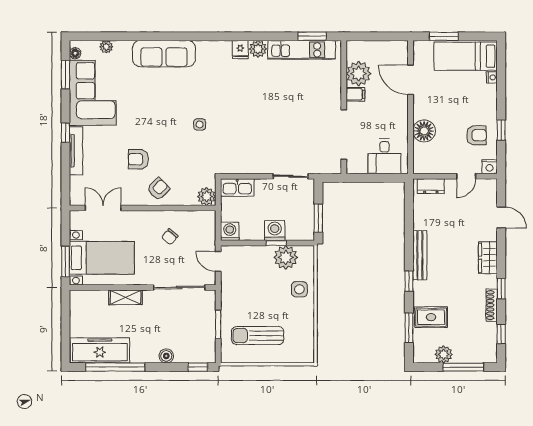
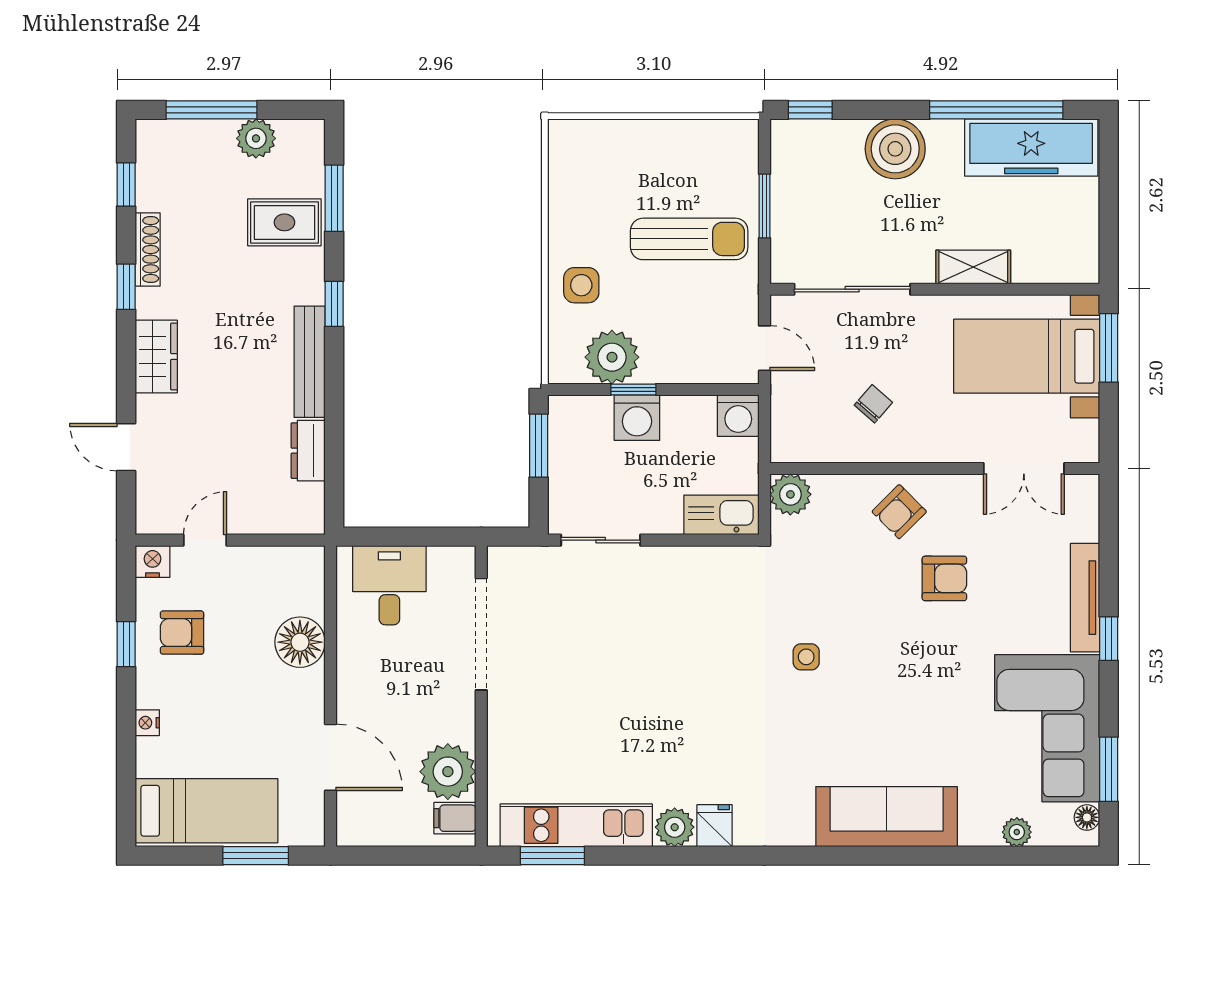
nightstand: (492, 77) -> (147, 723), moved
filing cabinet: (355, 94) -> (455, 818), moved
dresser: (431, 186) -> (308, 451), moved, turned -90
sun lounger: (258, 336) -> (689, 239), moved
boiler: (166, 356) -> (895, 149), width x1.86, depth x1.86

